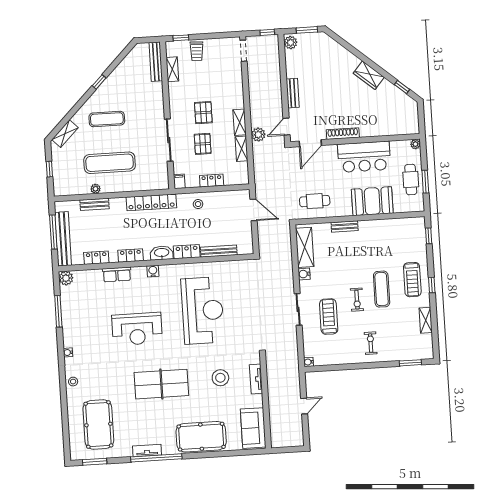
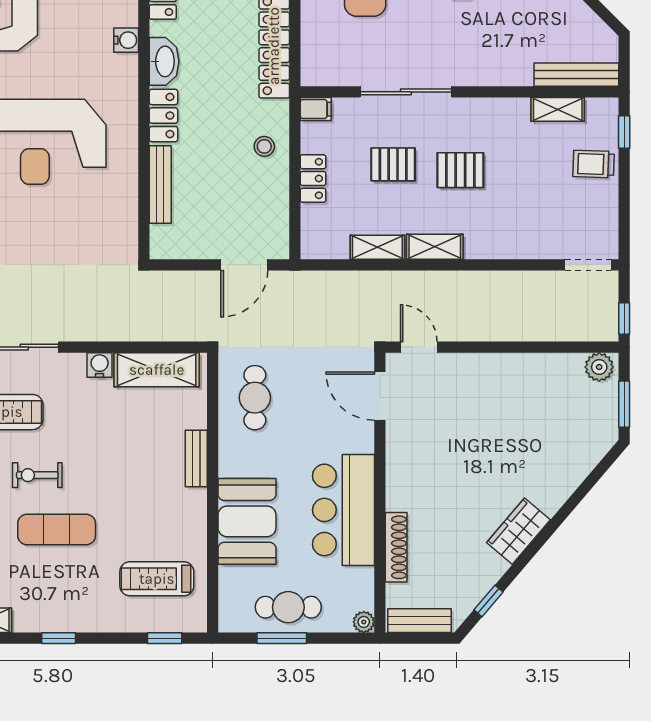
bench: (293, 93) -> (420, 621), moved
shoe rack: (343, 134) -> (396, 547), moved
plant: (258, 135) -> (406, 285), removed
treadmill: (412, 280) -> (157, 579), moved

